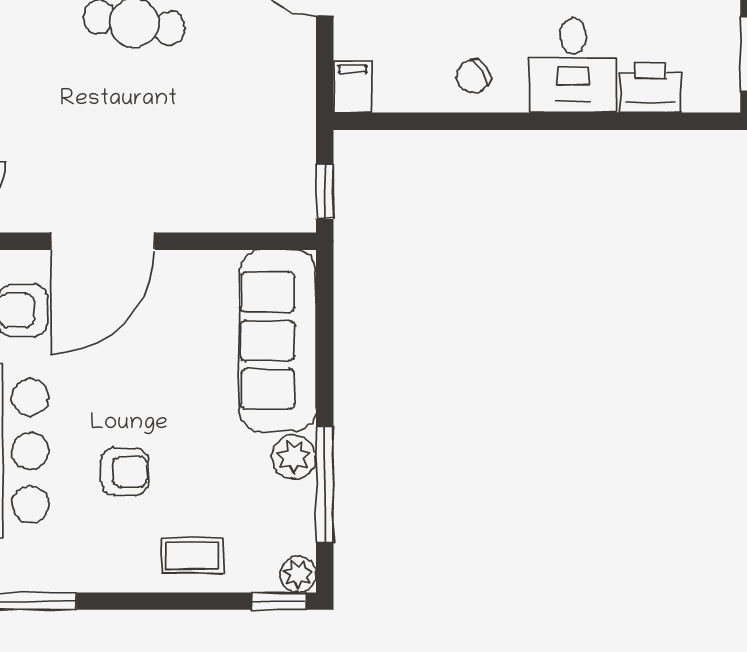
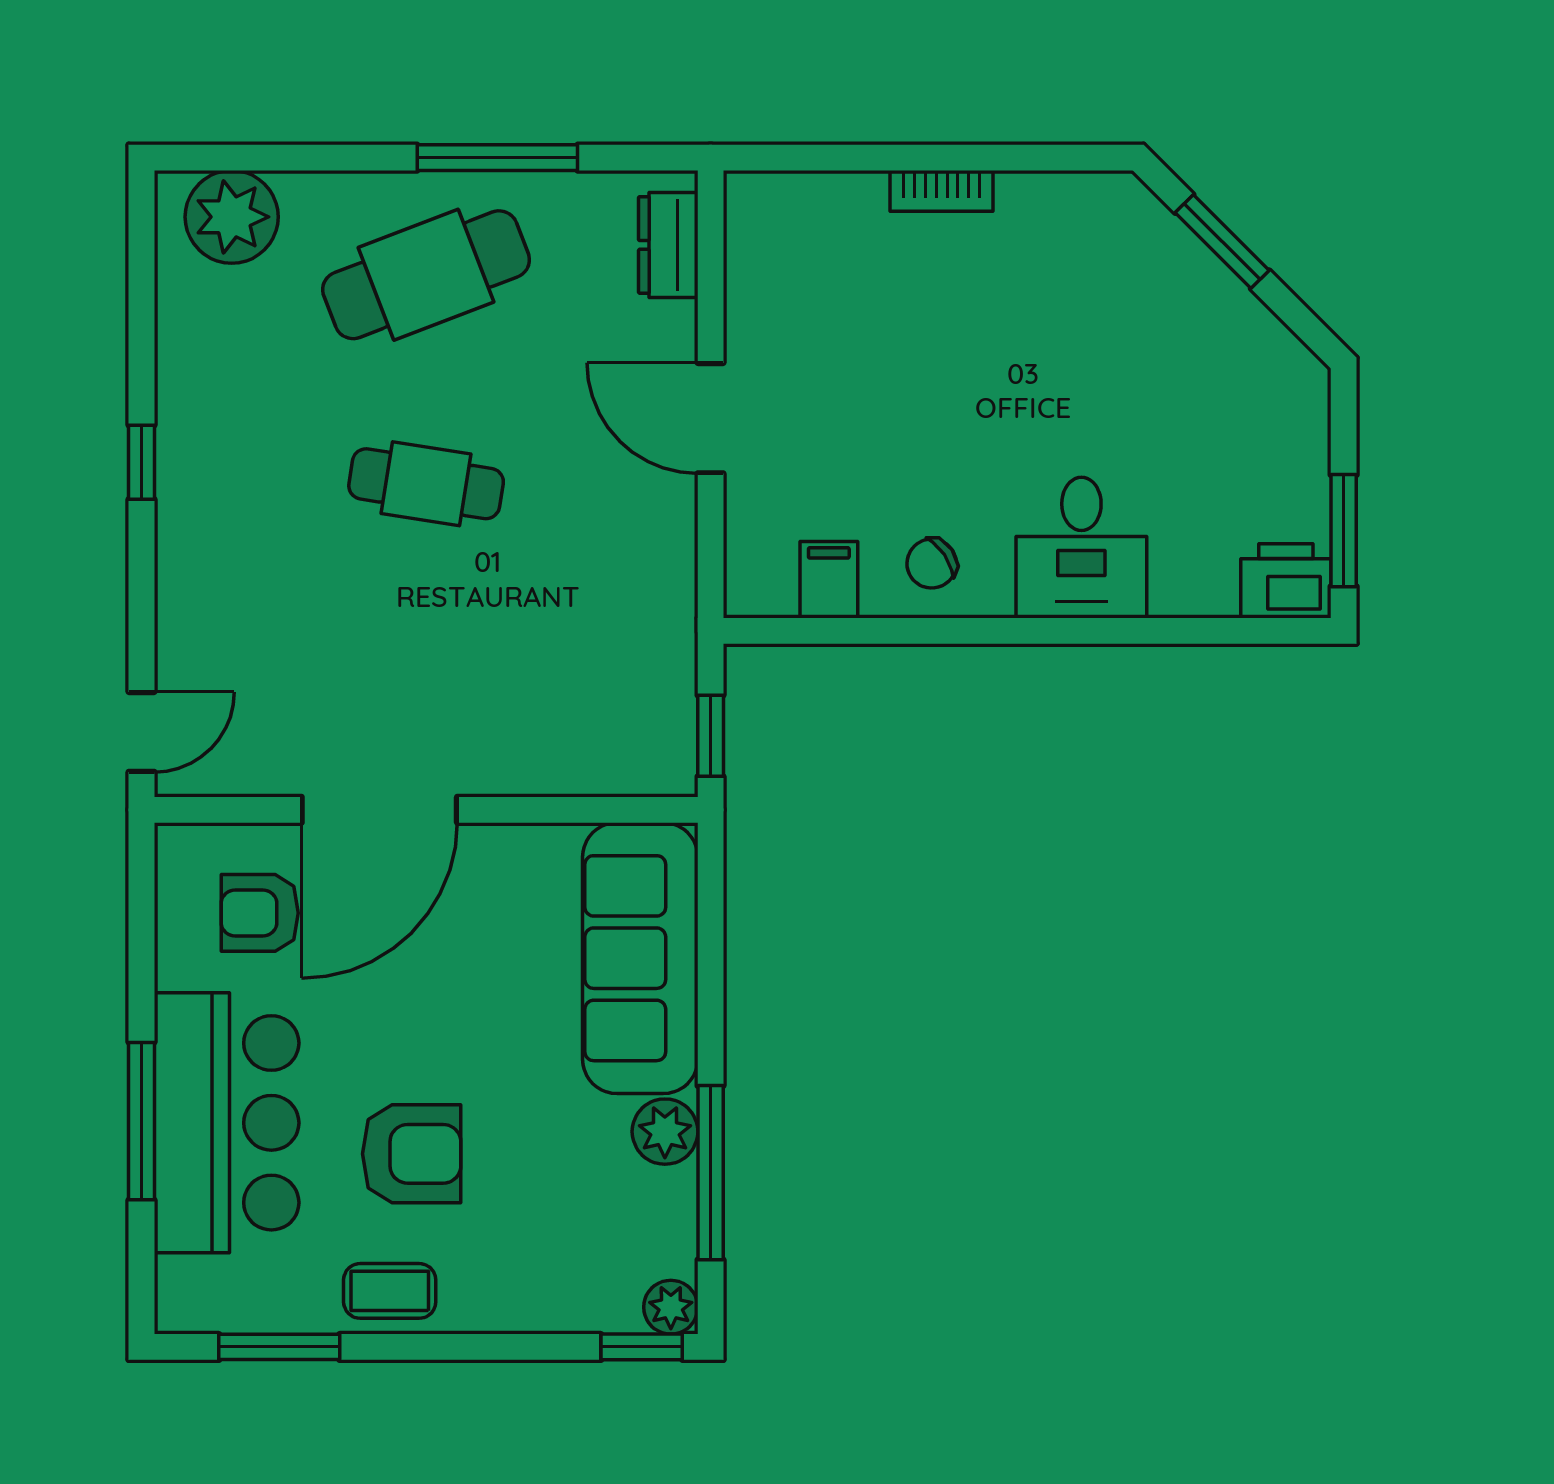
filing cabinet: (353, 87) -> (829, 580), moved
printer: (651, 88) -> (1286, 581), moved
armchair: (124, 472) -> (412, 1154), width x1.38, depth x1.38
coffee table: (192, 556) -> (390, 1291), moved

